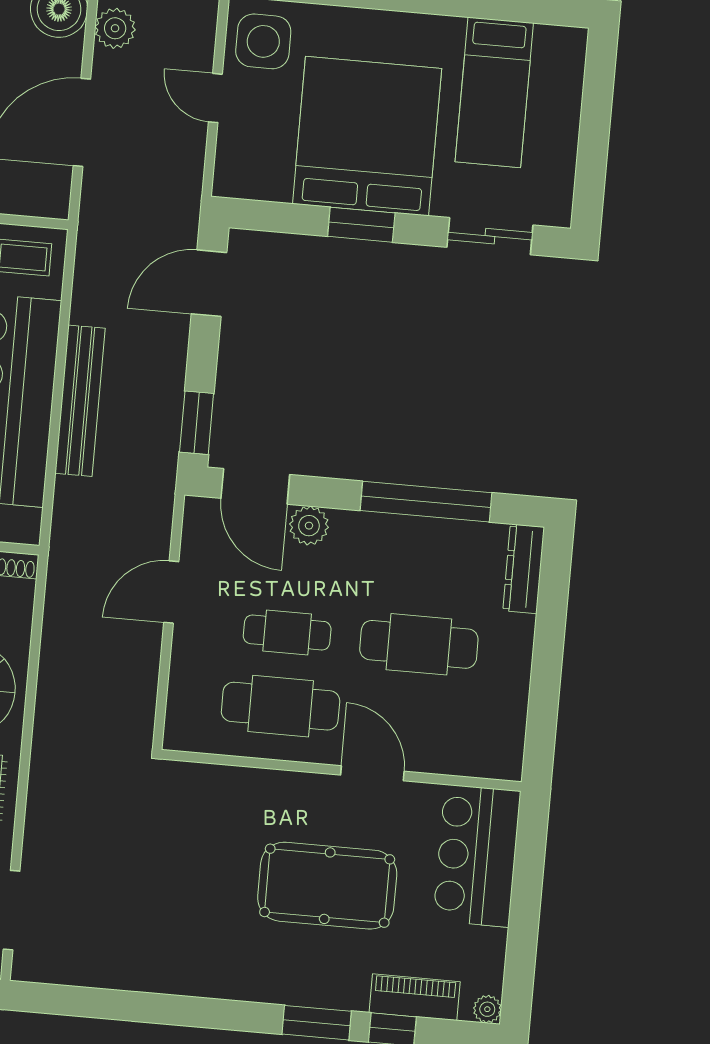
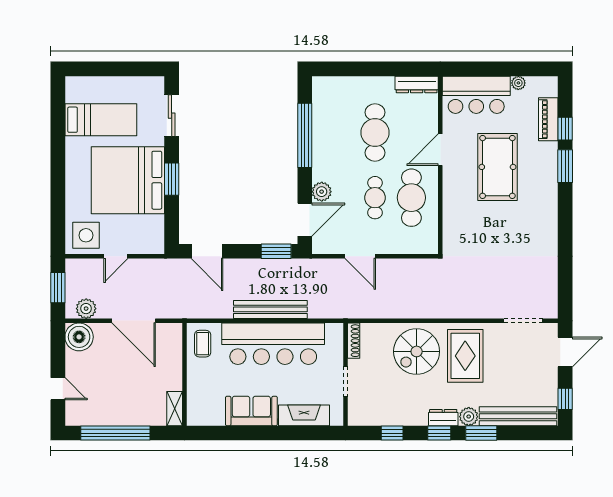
dresser: (524, 569) -> (417, 84), moved
plant: (487, 1009) -> (518, 83), moved

